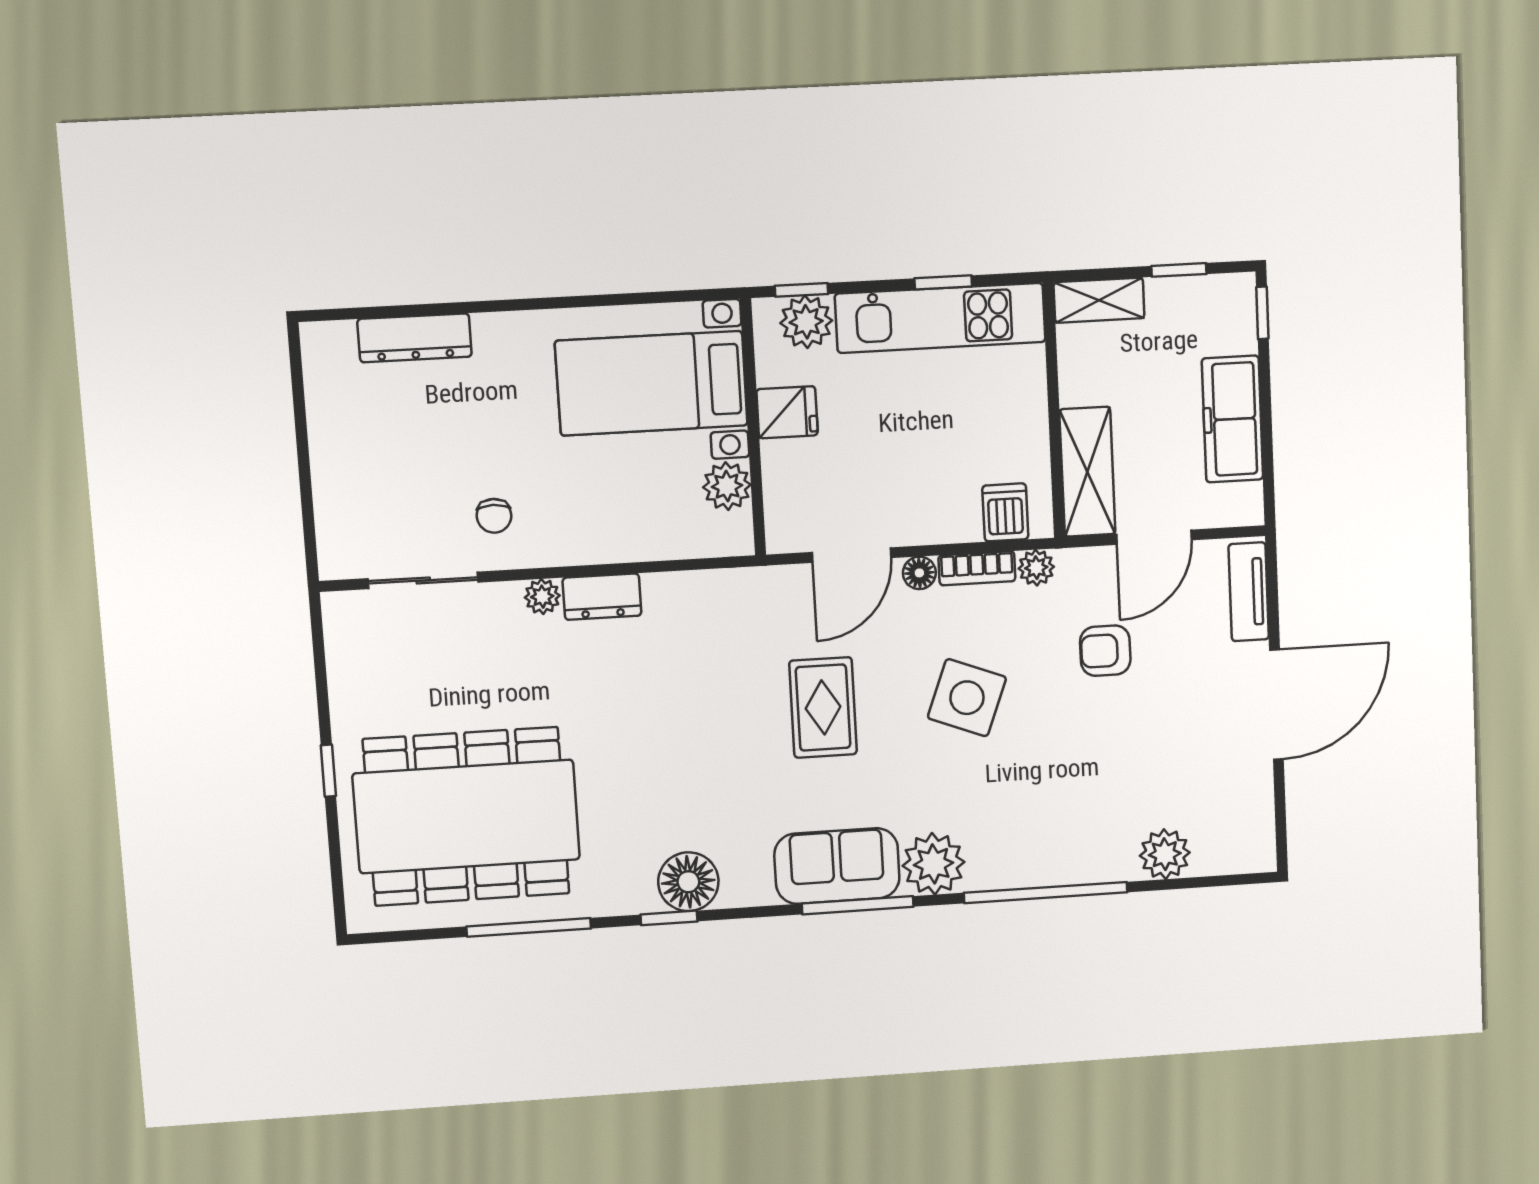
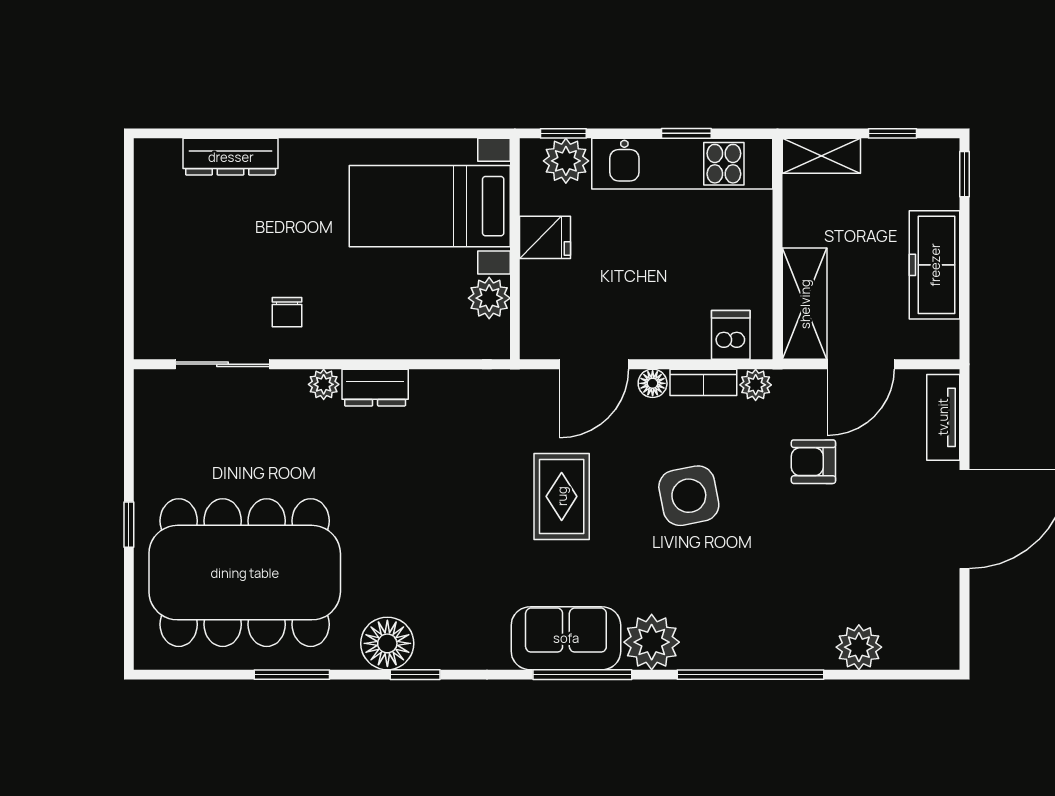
side table: (967, 698) -> (689, 496), turned -32
floor lamp: (688, 882) -> (387, 643), moved
window: (529, 927) -> (292, 675), width x0.69

